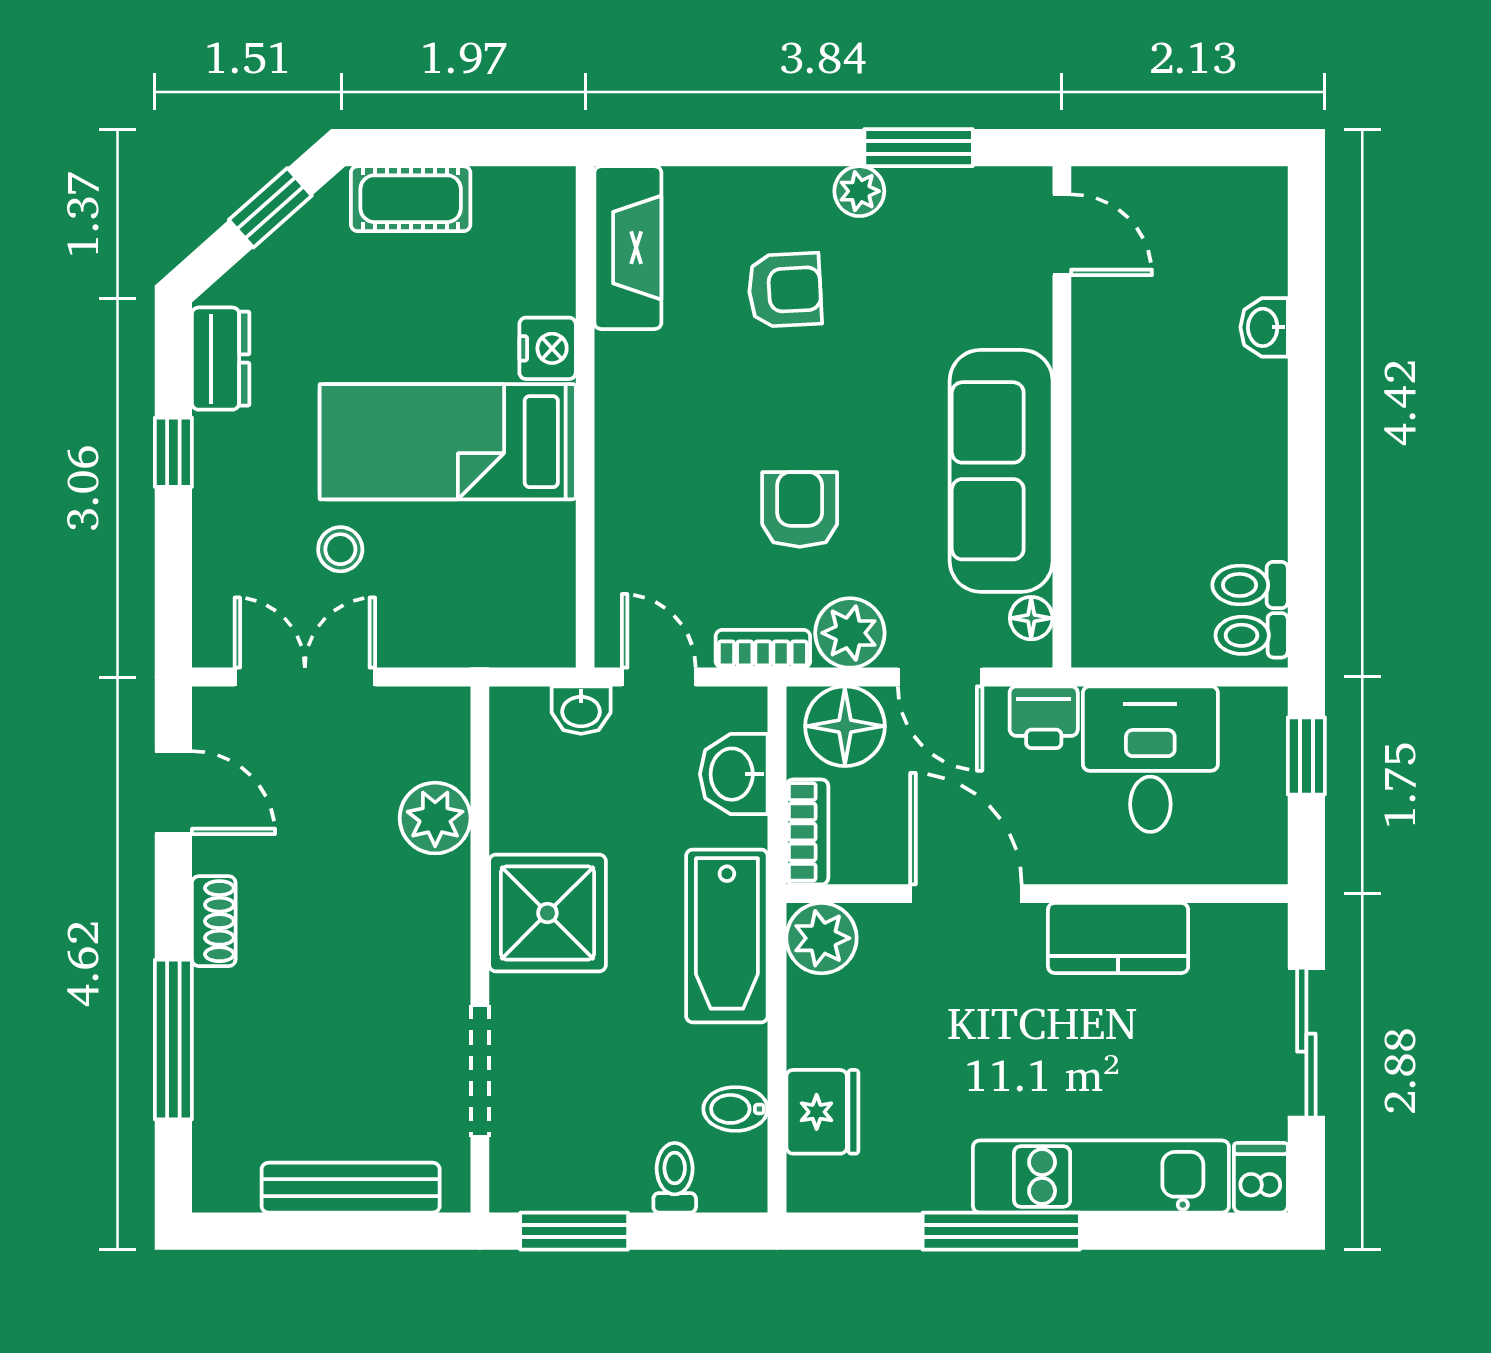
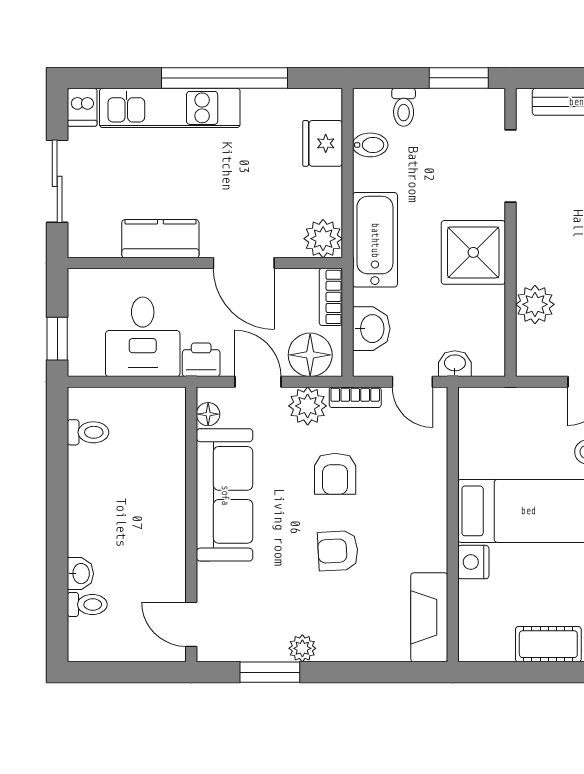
armchair: (785, 290) -> (338, 551), moved
toilet: (1252, 635) -> (87, 605), moved
window: (1001, 1231) -> (224, 78), width x1.46

